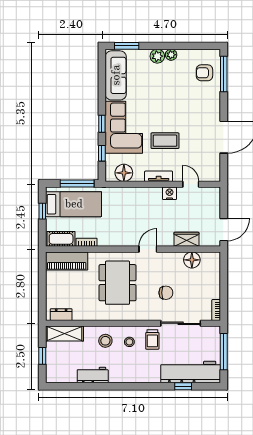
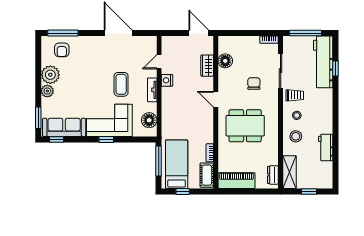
plant: (171, 55) -> (50, 75), width x1.88, depth x1.88
window: (102, 153) -> (57, 139), moved
piano: (67, 261) -> (237, 181), moved, turned -90

